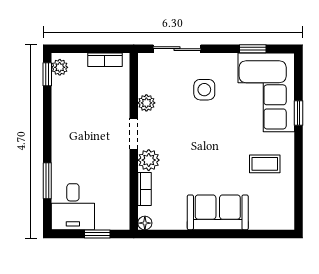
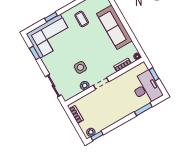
side table: (204, 90) -> (80, 67), moved
plant: (149, 160) -> (109, 70), removed
desk: (73, 207) -> (146, 88), width x1.37
sofa: (218, 212) -> (114, 27), width x1.36

